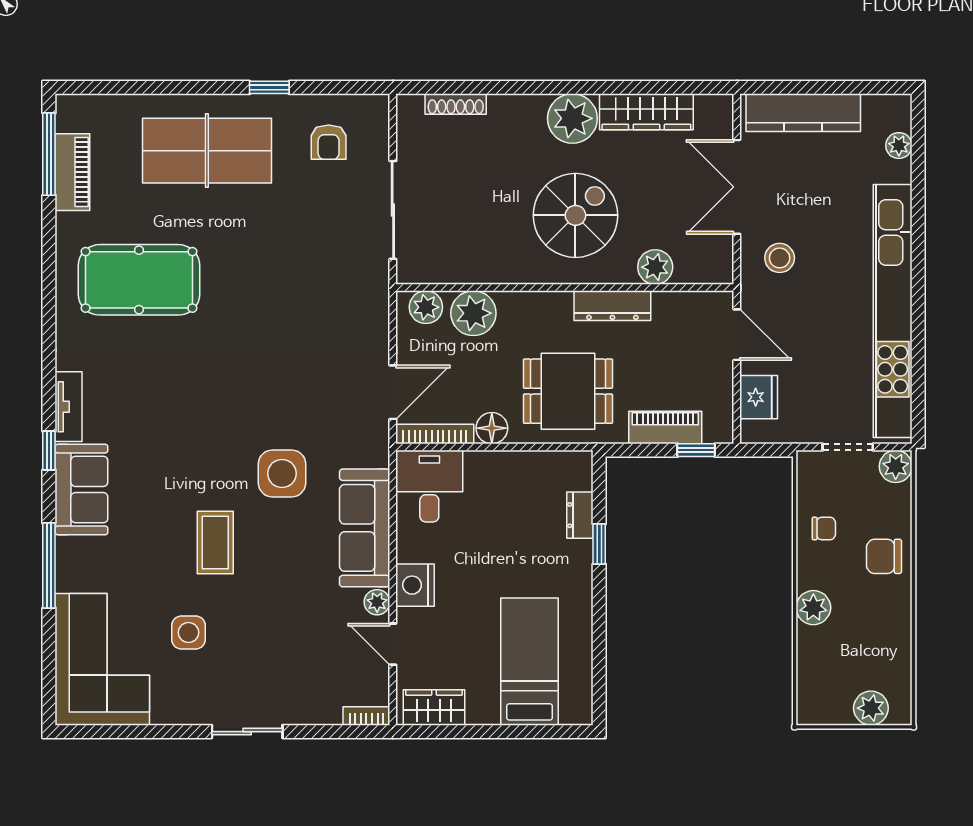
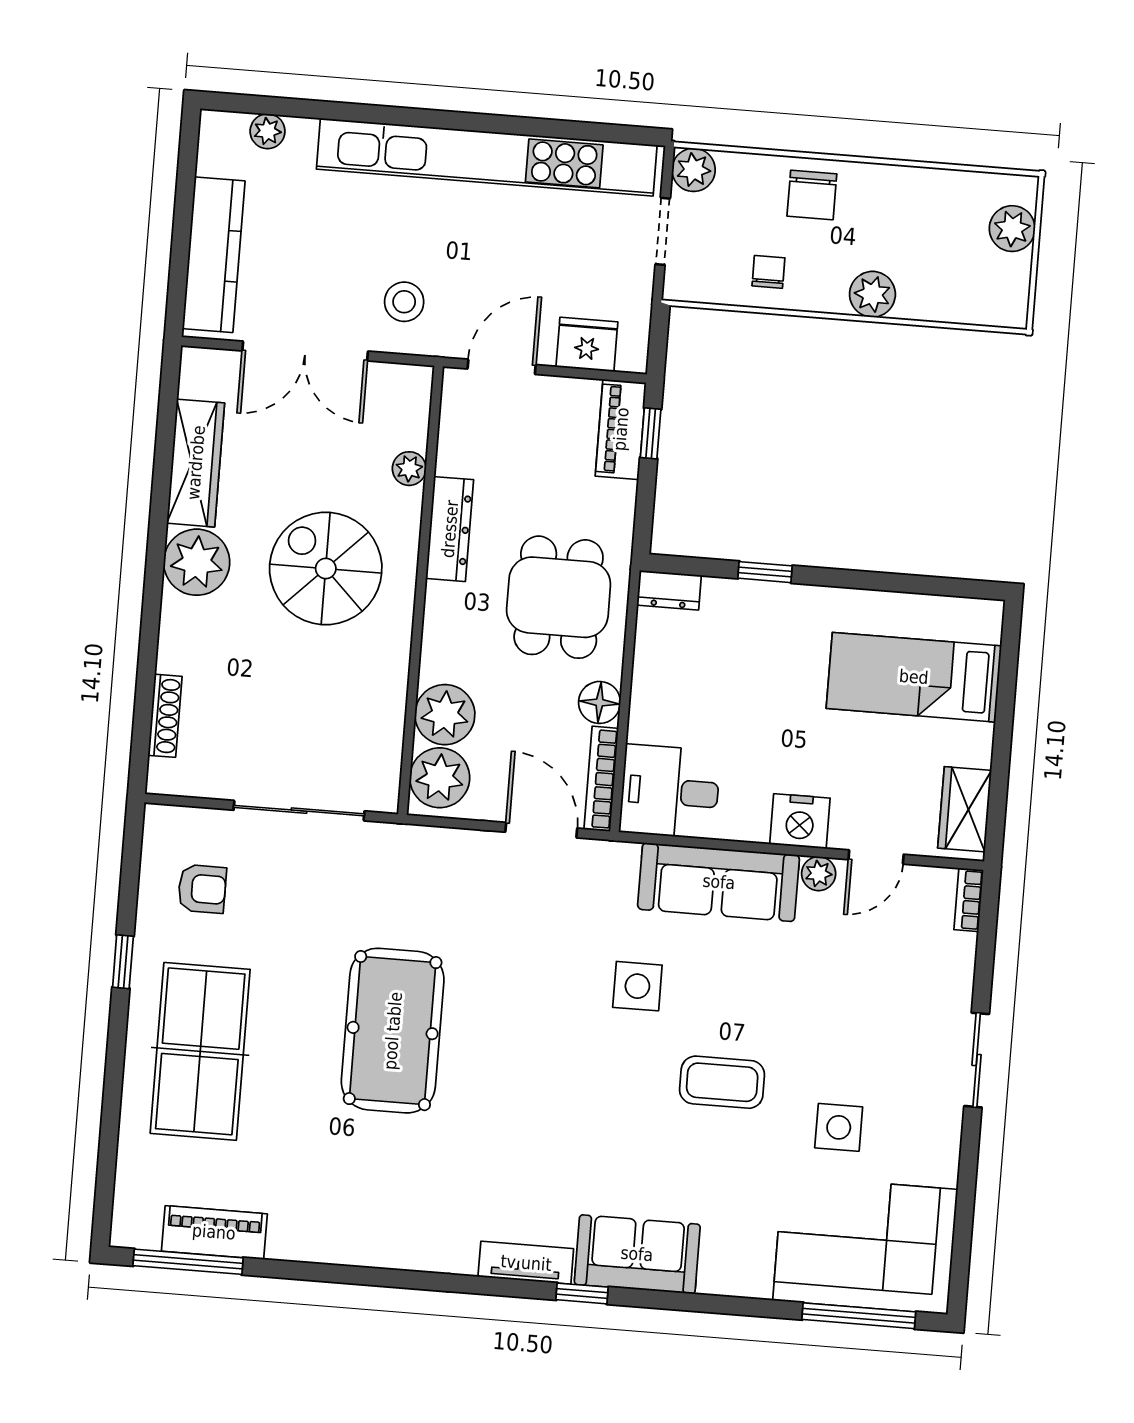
plant: (655, 267) -> (409, 469), width x0.73, depth x0.73
pool table: (139, 280) -> (393, 1031), moved
plant: (426, 307) -> (440, 778), width x1.36, depth x1.36
piano: (665, 428) -> (621, 429), moved
side table: (282, 473) -> (637, 986), width x0.73, depth x0.73
dresser: (580, 515) -> (669, 590), moved
window: (49, 565) -> (859, 1316), moved

